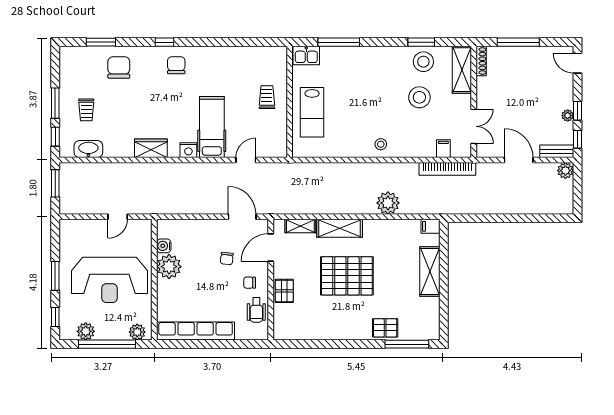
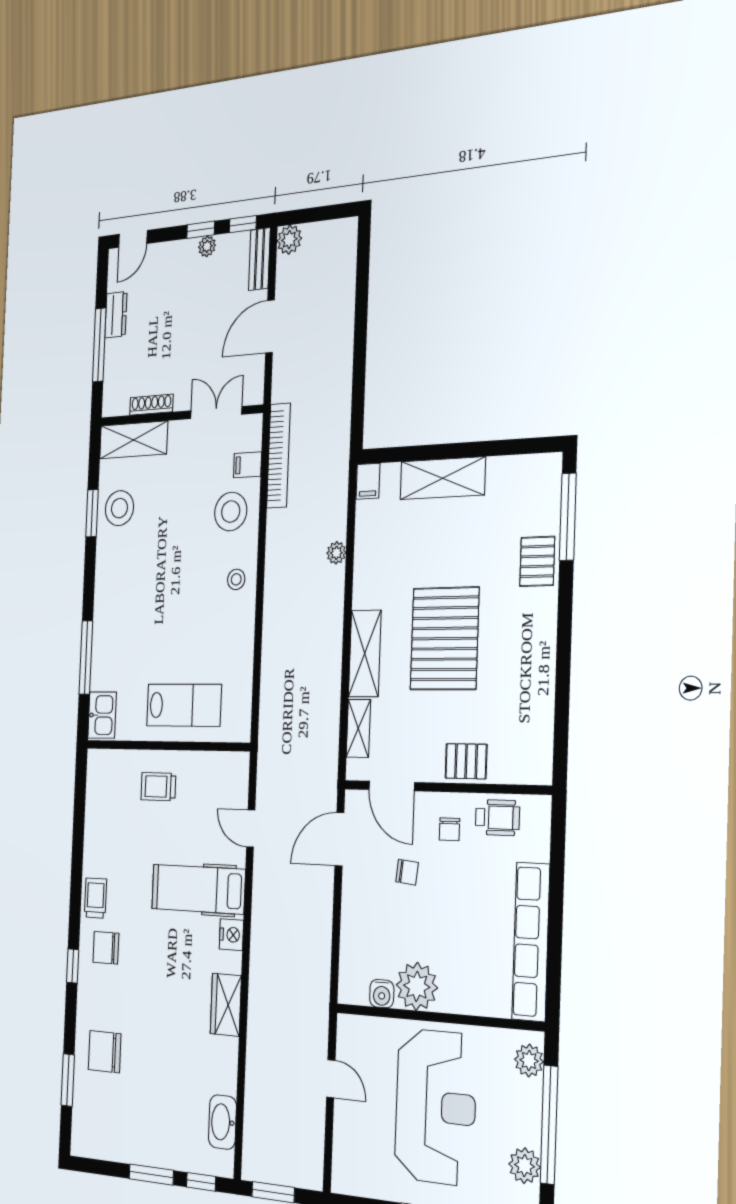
dresser: (535, 53) -> (116, 315), added
shoe rack: (481, 61) -> (151, 405), moved
stool: (419, 97) -> (231, 512), moved
trolley: (86, 110) -> (95, 898), moved, turned -90
plant: (388, 203) -> (336, 553), width x0.53, depth x0.53

